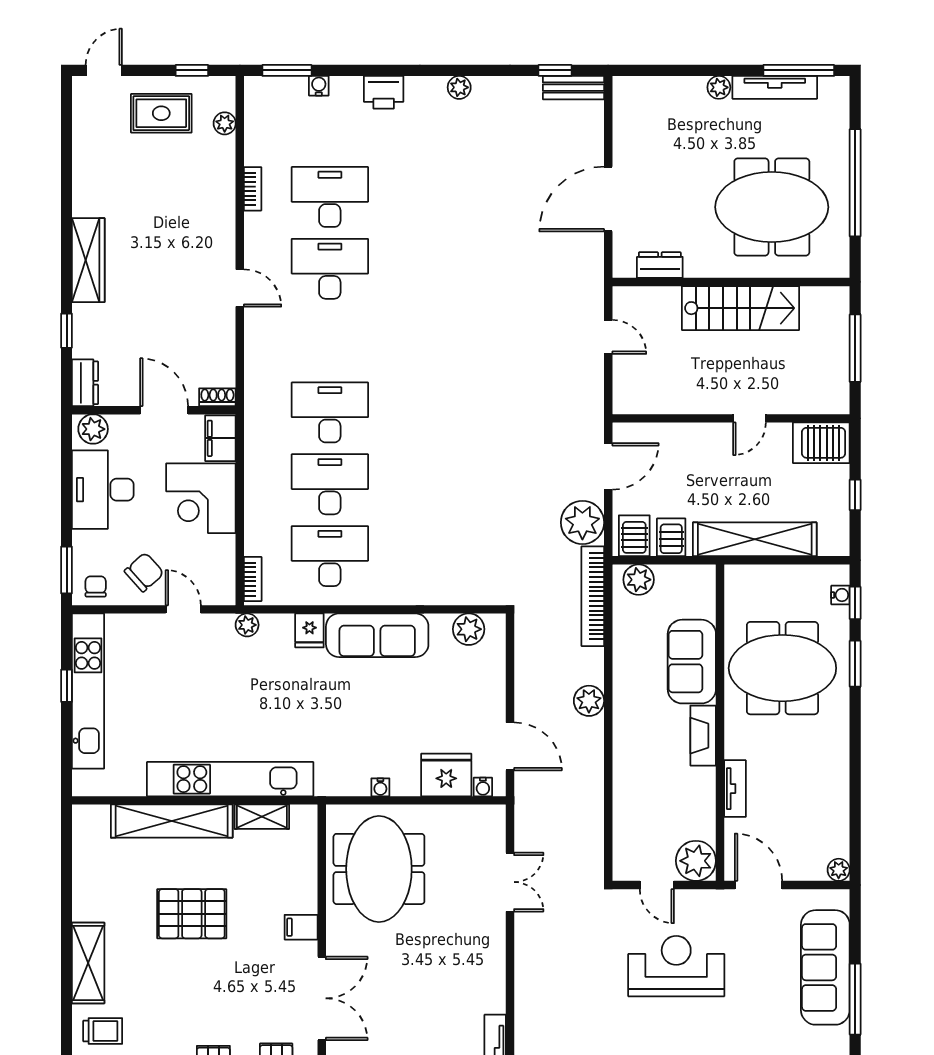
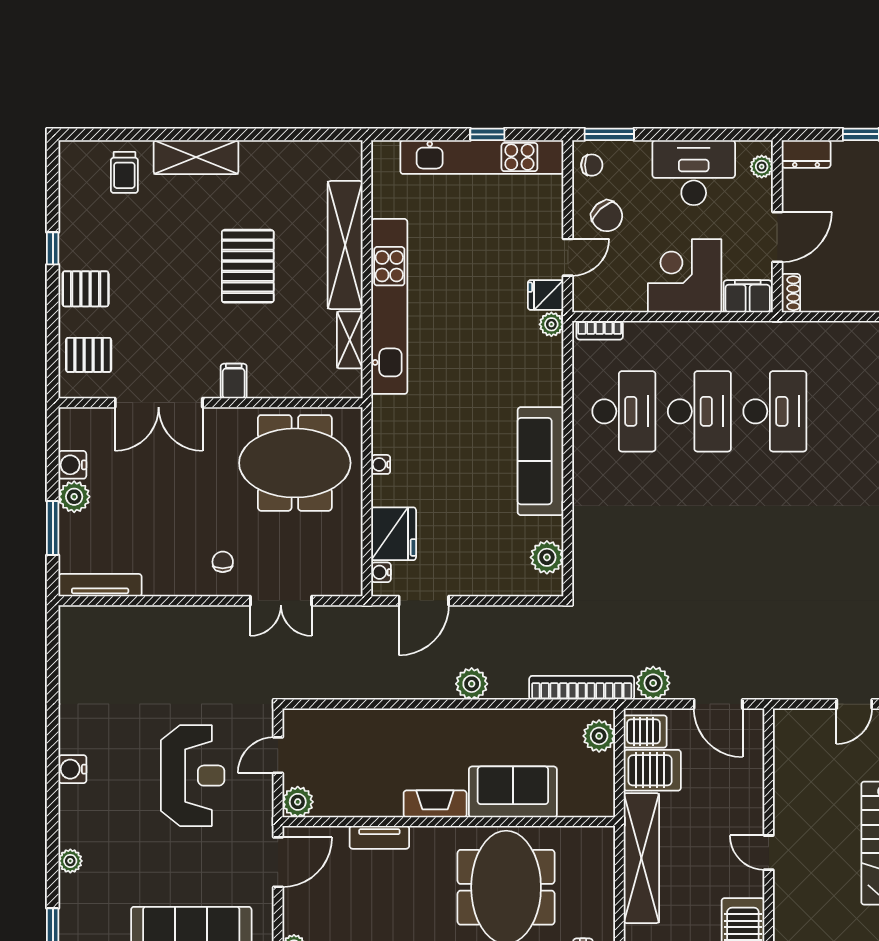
plant: (93, 429) -> (762, 167), width x0.73, depth x0.73
plant: (582, 522) -> (653, 683), width x0.73, depth x0.73
server rack: (671, 537) -> (652, 770), width x1.36, depth x1.44
fridge: (309, 630) -> (546, 295), moved
plant: (696, 861) -> (298, 802), width x0.73, depth x0.73
chair: (473, 938) -> (223, 562), added

